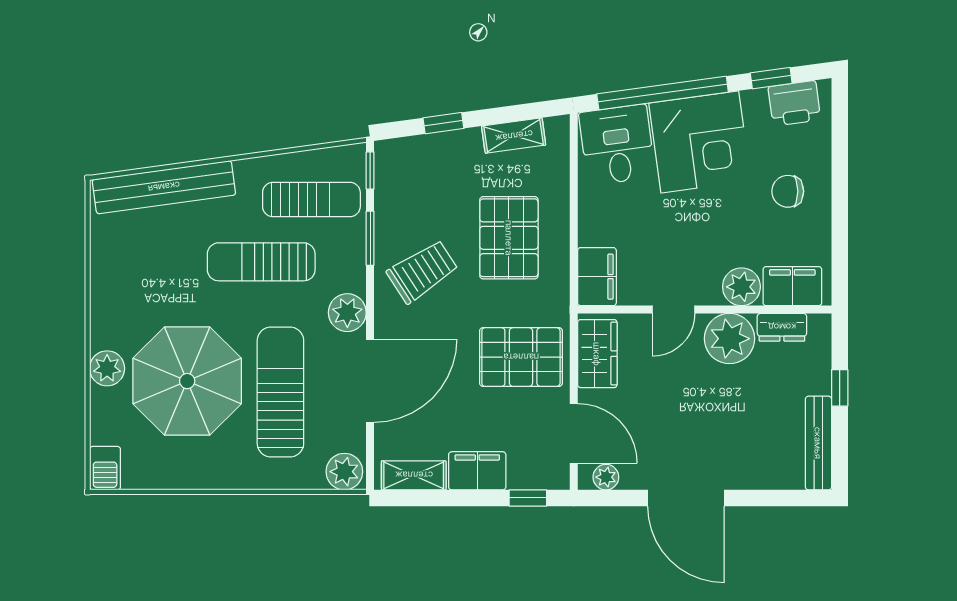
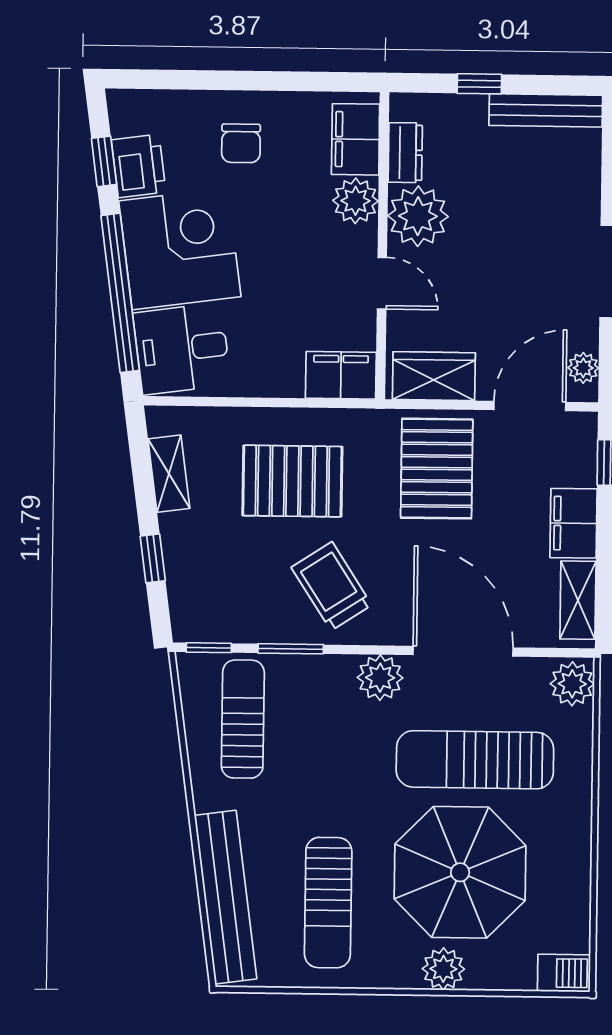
printer: (794, 103) -> (139, 166), moved
sun lounger: (261, 262) -> (328, 903), moved

